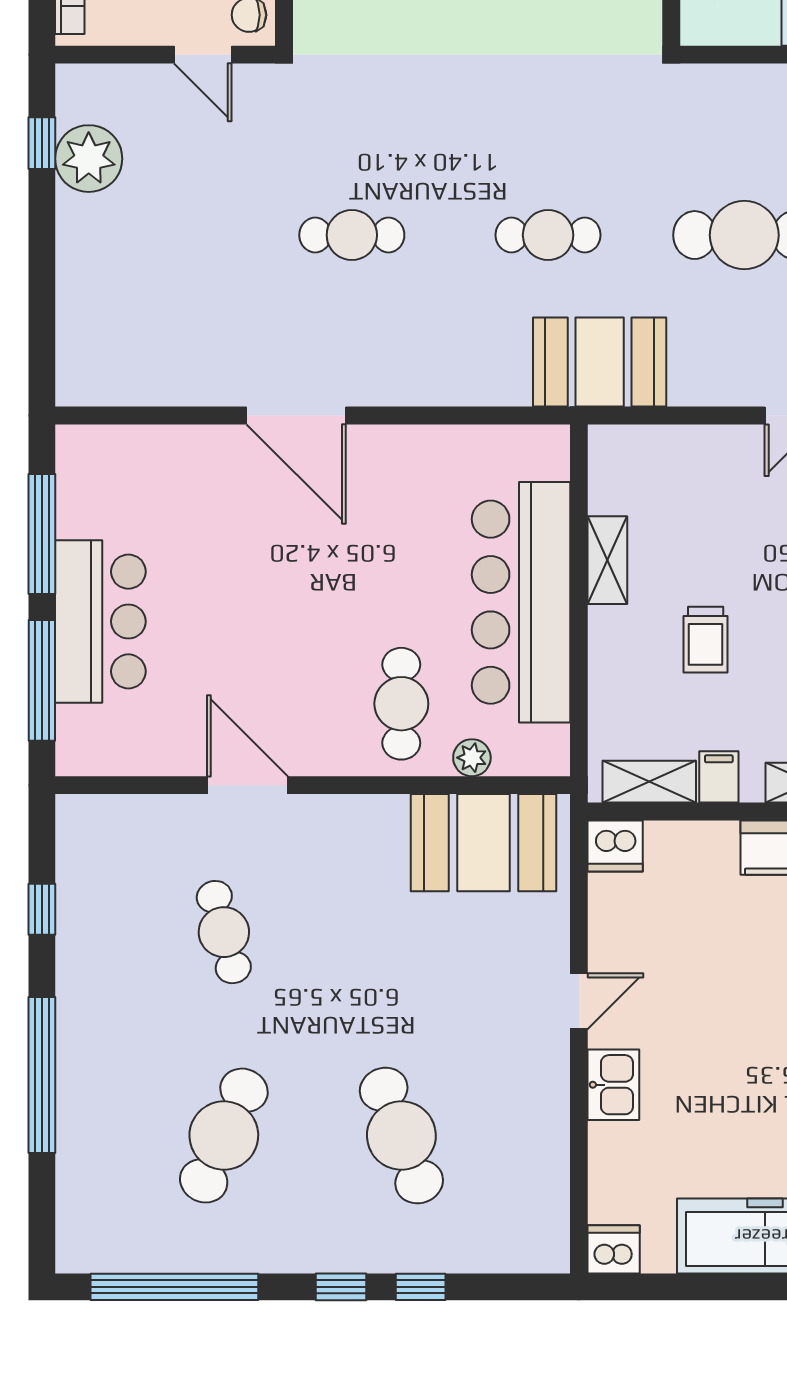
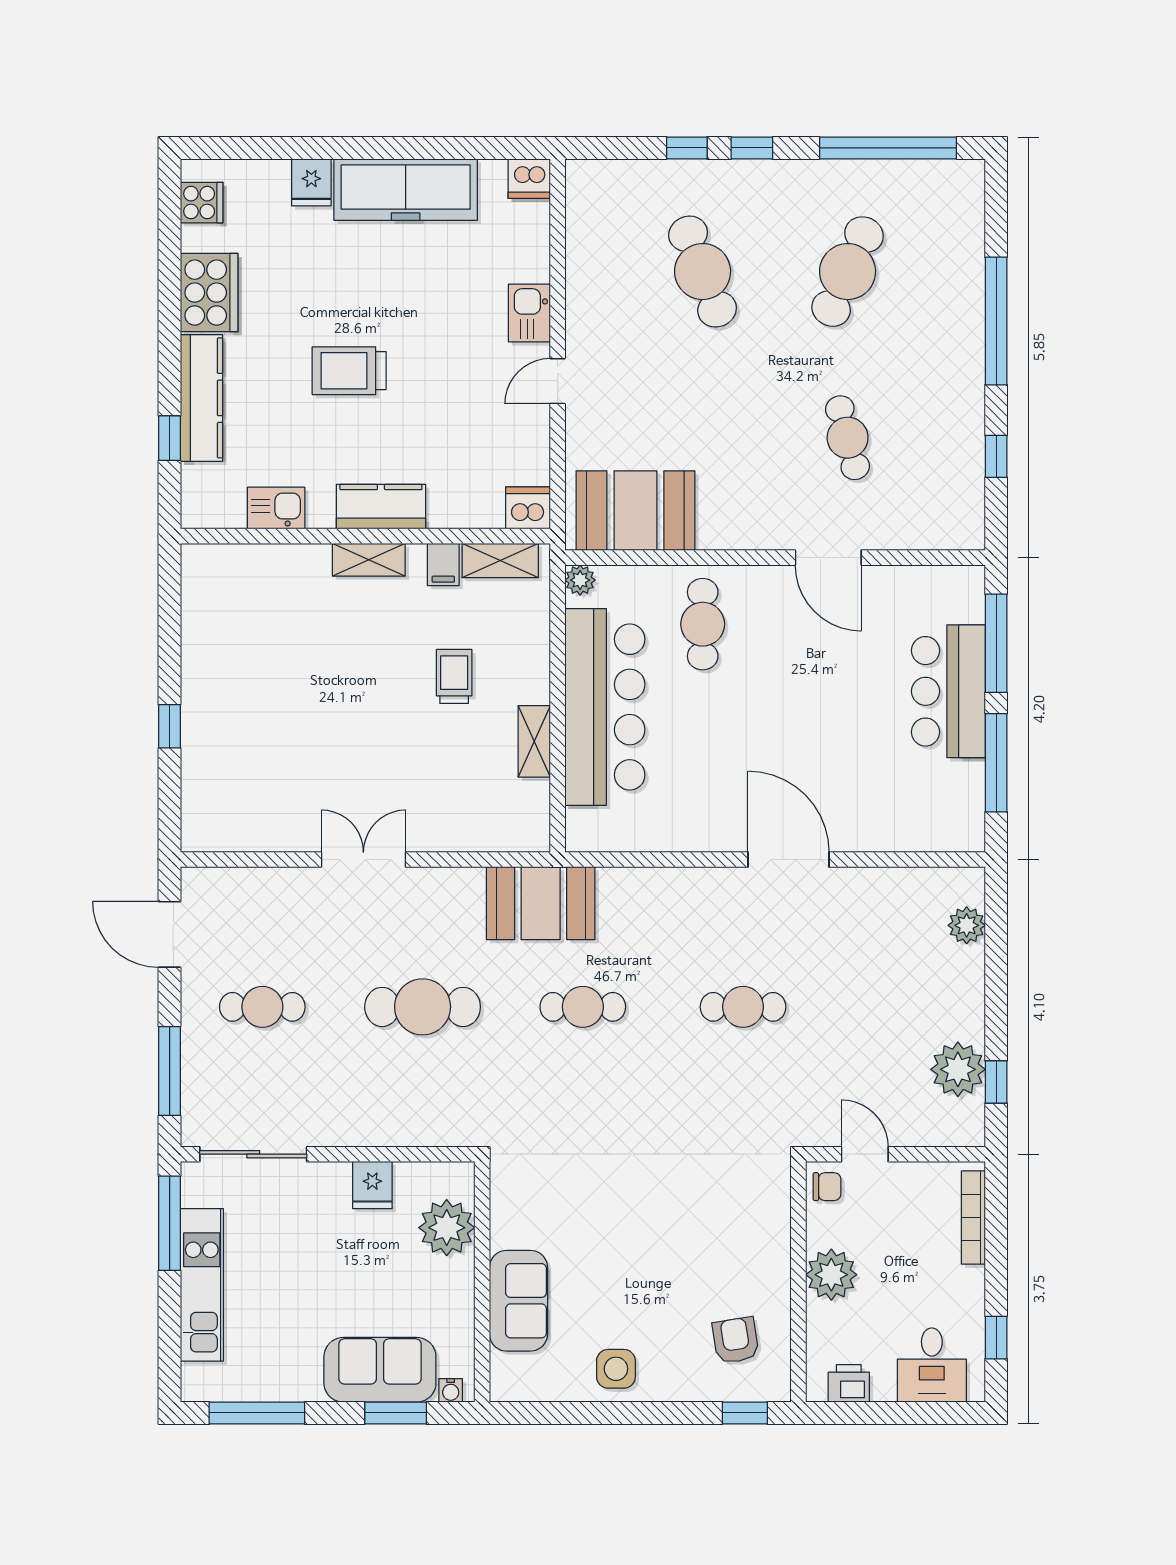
plant: (78, 335) -> (967, 925), added
plant: (472, 758) -> (580, 580), moved

